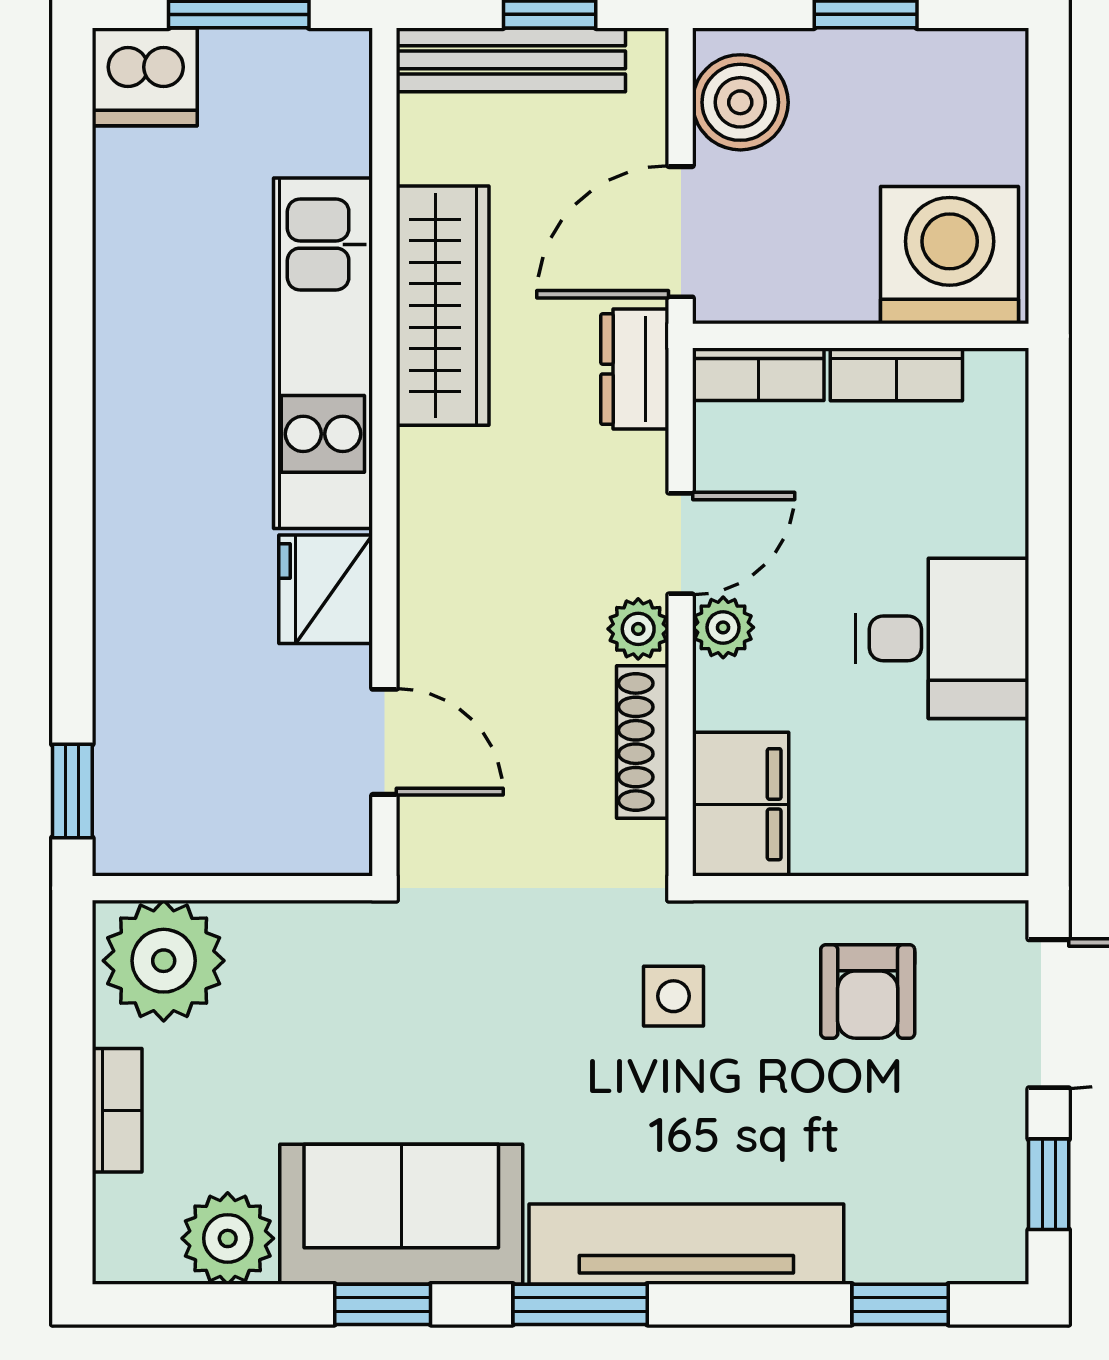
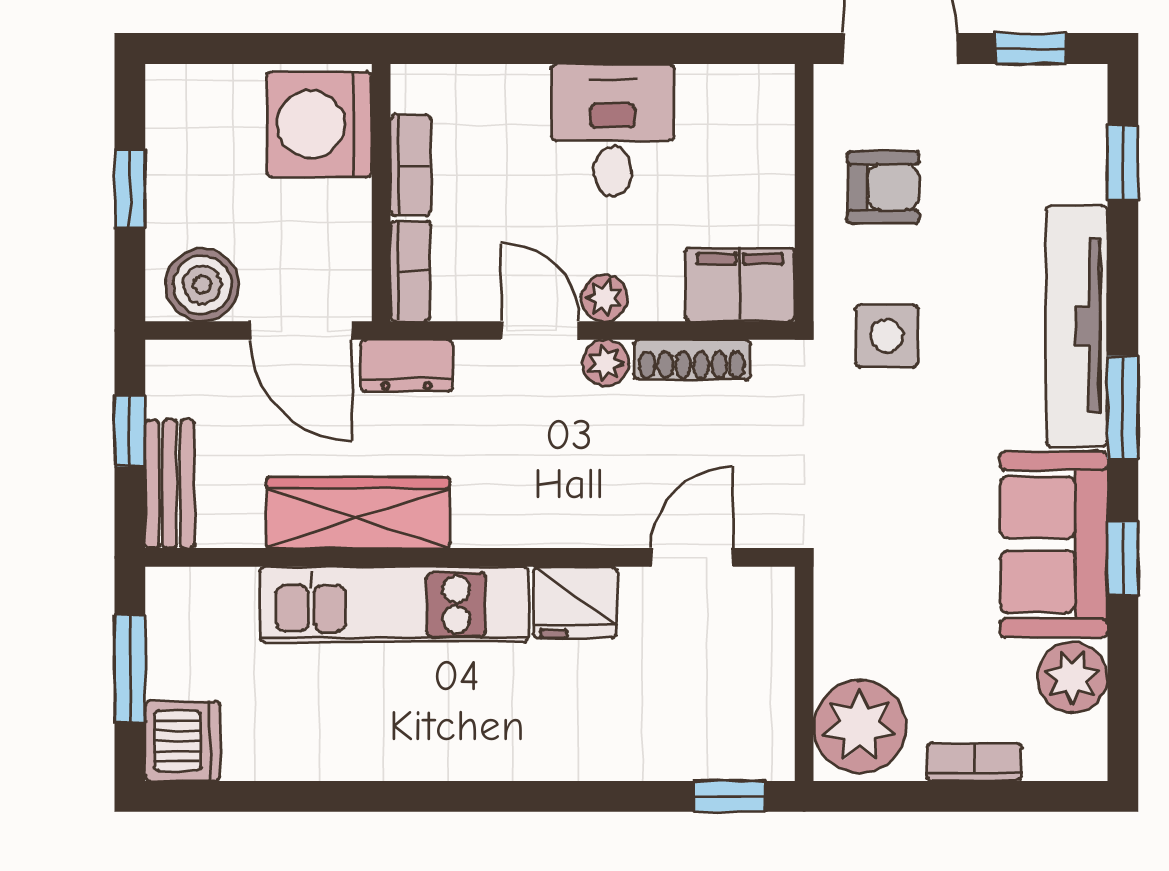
bench: (511, 60) -> (170, 484), width x0.73
side table: (673, 996) -> (887, 336), width x1.37, depth x1.37

